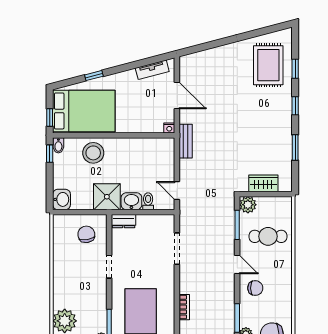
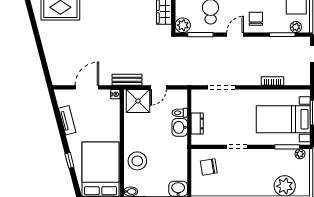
tv unit: (152, 70) -> (67, 120), moved
door: (177, 191) -> (158, 87), moved
shower: (107, 197) -> (138, 101), moved
dresser: (123, 221) -> (197, 123), moved

